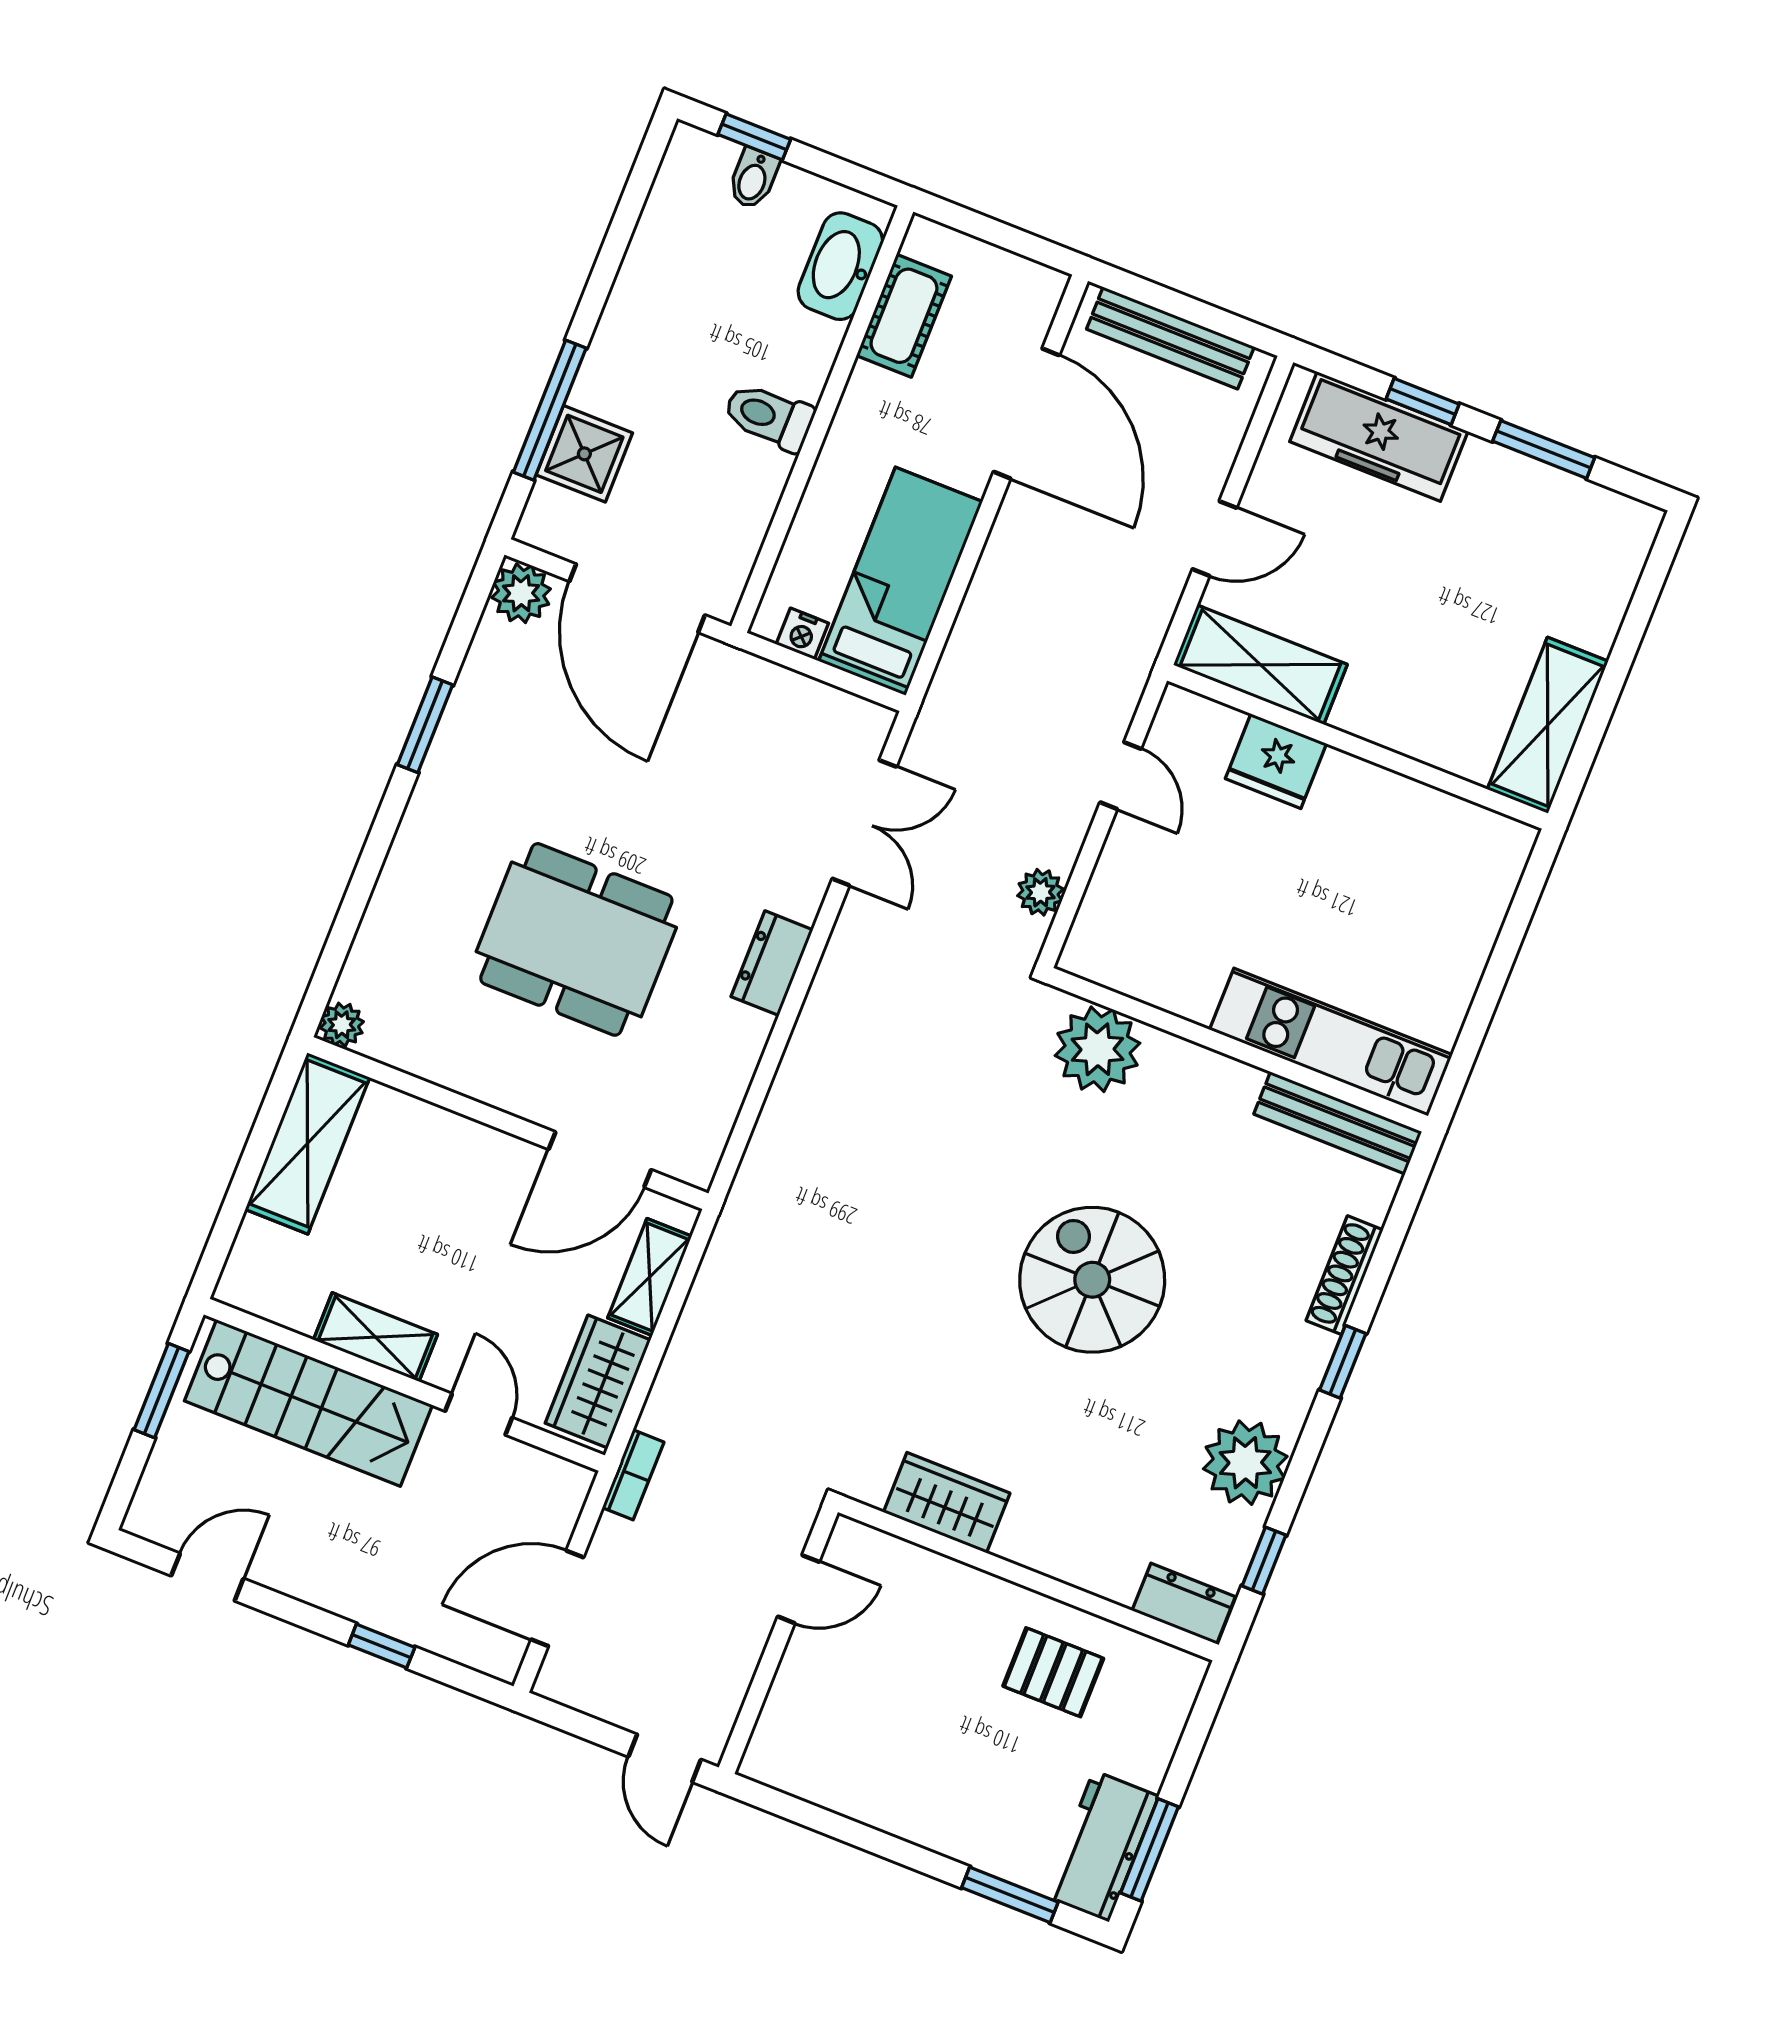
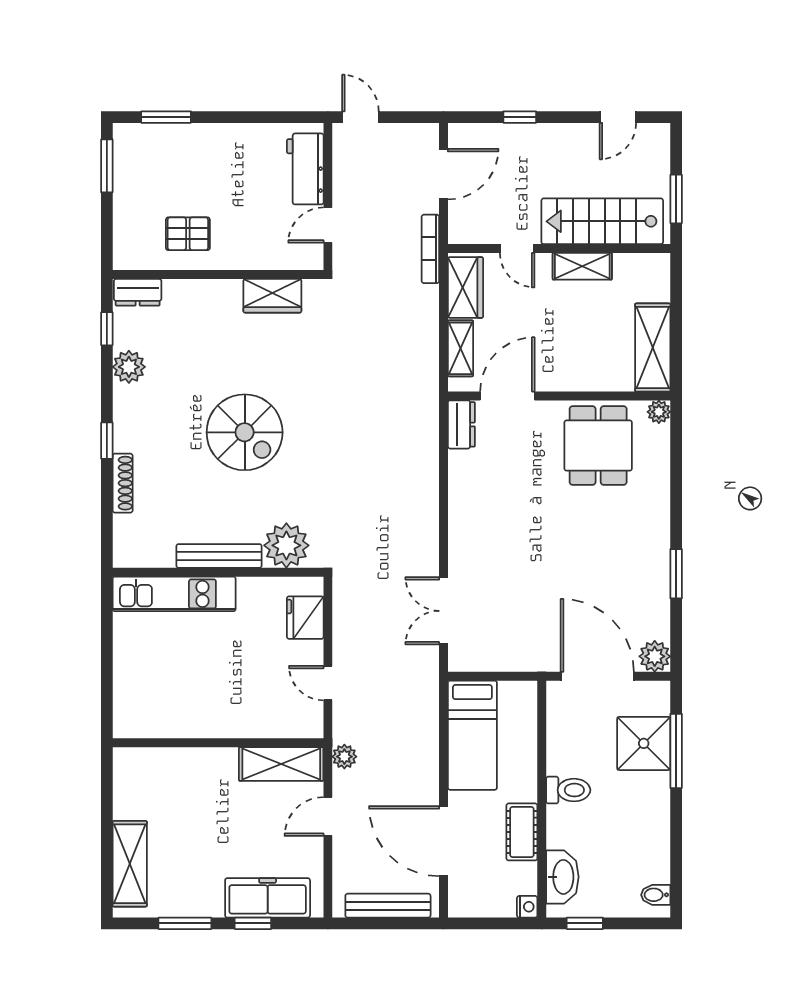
window: (754, 137) -> (585, 923), moved
bidet: (753, 178) -> (656, 895), moved, turned -90
cot: (904, 316) -> (522, 832), moved
shower: (584, 454) -> (644, 743), width x1.36, depth x1.36
nightstand: (802, 634) -> (527, 907), moved, turned 90
shelving: (1548, 725) -> (130, 864), moved
fridge: (1276, 761) -> (305, 618), moved, turned -90
plant: (1040, 892) -> (344, 757), moved
dining table: (576, 939) -> (598, 445), moved, width x0.73
dresser: (772, 963) -> (461, 424), moved
bench: (1338, 1123) -> (219, 556), moved
plant: (1245, 1463) -> (129, 367), width x0.73, depth x0.73
bookcase: (633, 1475) -> (430, 249), width x1.56
workbench: (1101, 1846) -> (305, 169), moved, turned 180

